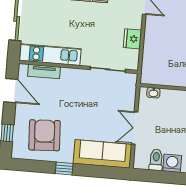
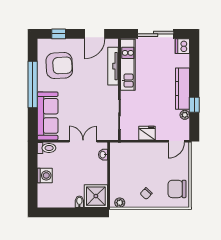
tv unit: (44, 72) -> (113, 66), width x1.41
double door: (135, 128) -> (83, 141), moved
toilet: (156, 160) -> (47, 148), moved
window: (64, 169) -> (33, 85), width x3.17

